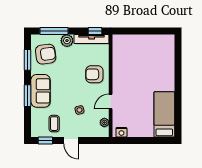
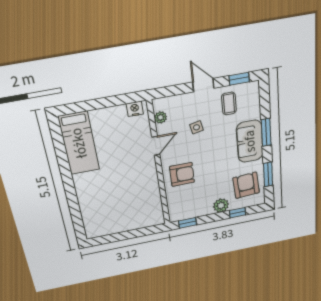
window: (54, 31) -> (238, 213), width x0.46
tv unit: (92, 39) -> (191, 213), removed
armchair: (46, 54) -> (246, 185), turned 94

